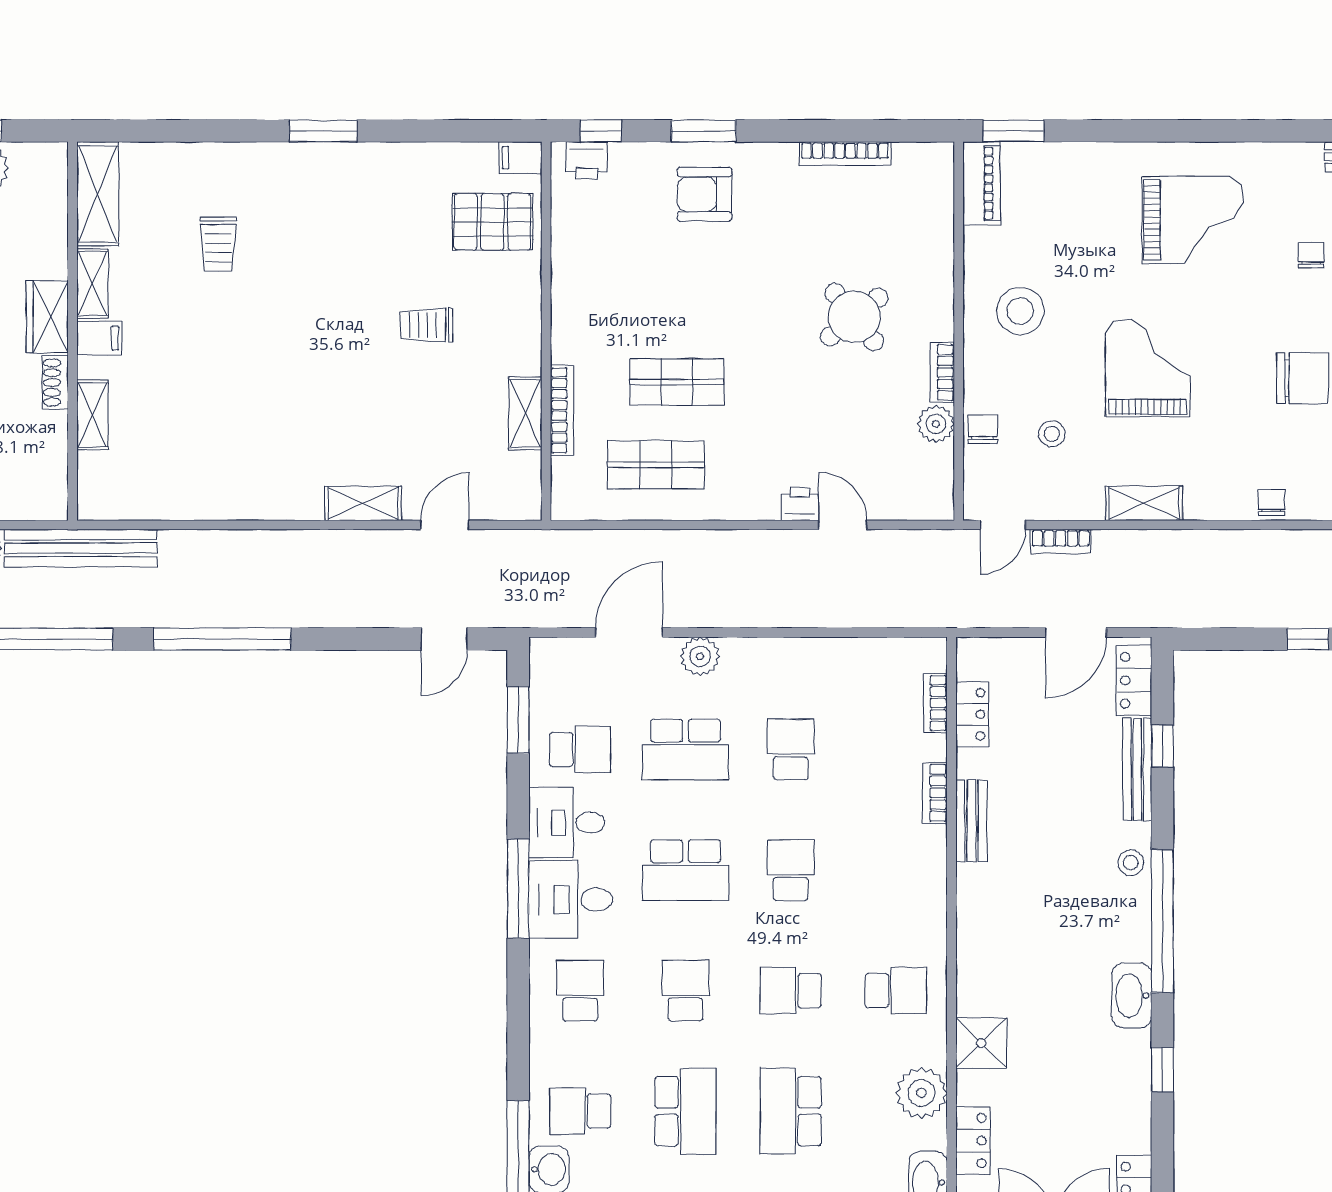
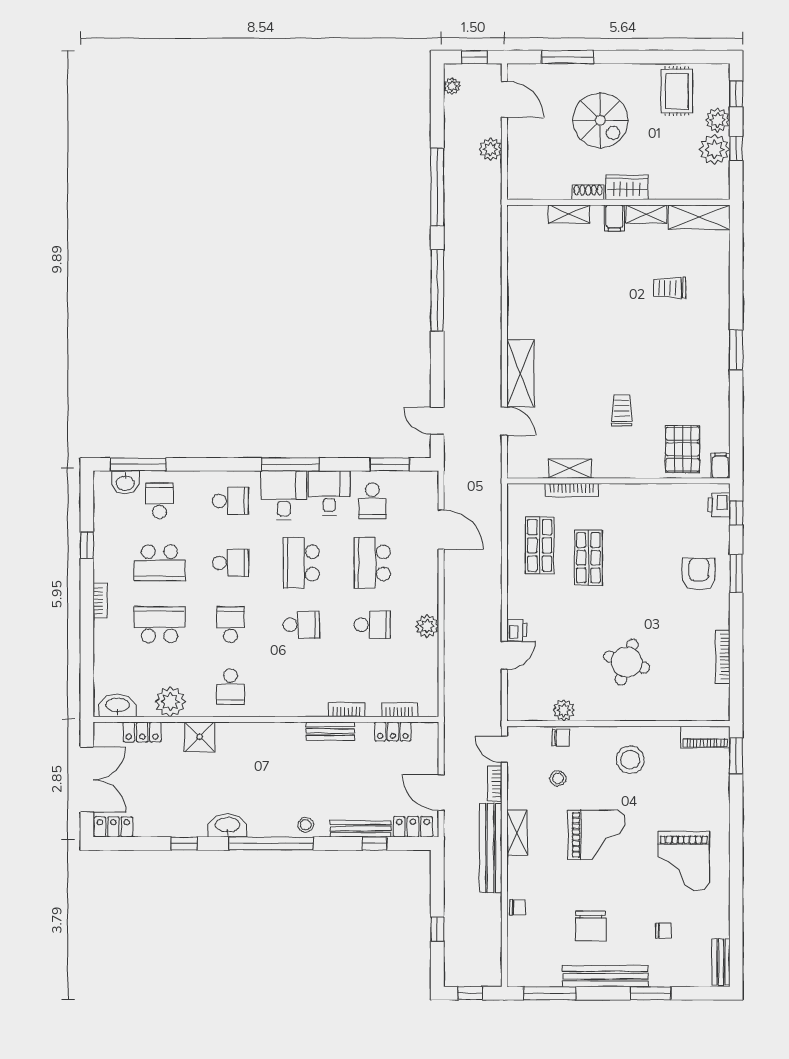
round table: (854, 317) -> (627, 662), turned -33
bookcase: (942, 372) -> (594, 714), removed
shelving: (363, 503) -> (520, 373), width x1.50, depth x1.33
bench: (81, 548) -> (491, 848), moved
plant: (700, 656) -> (427, 626), moved

